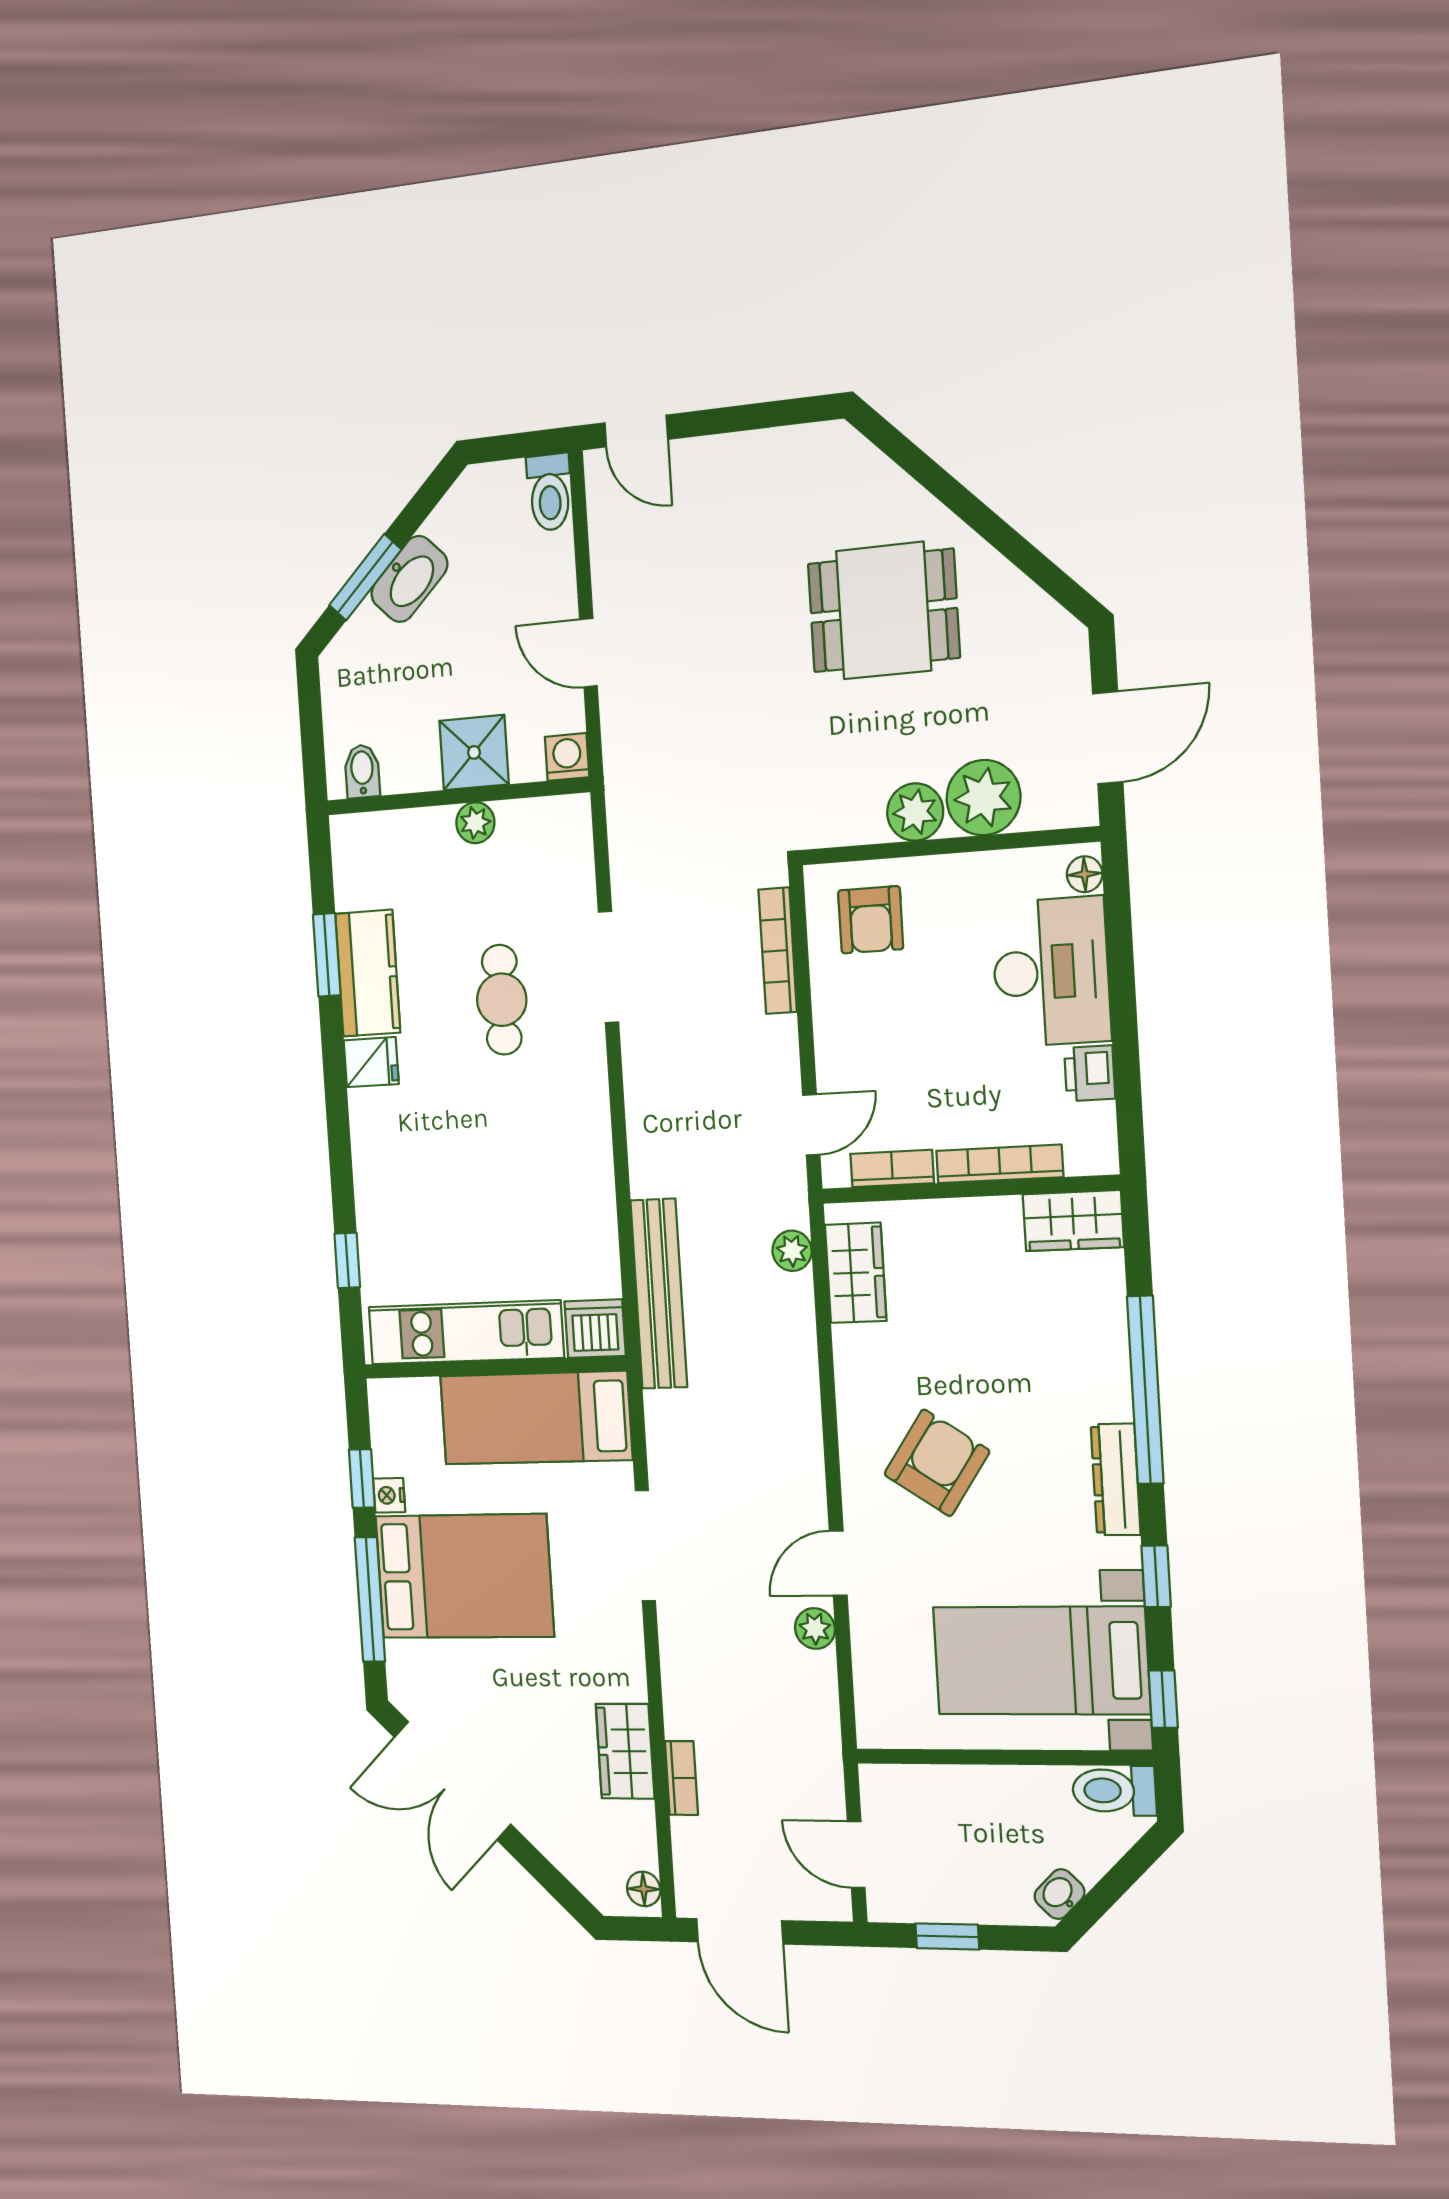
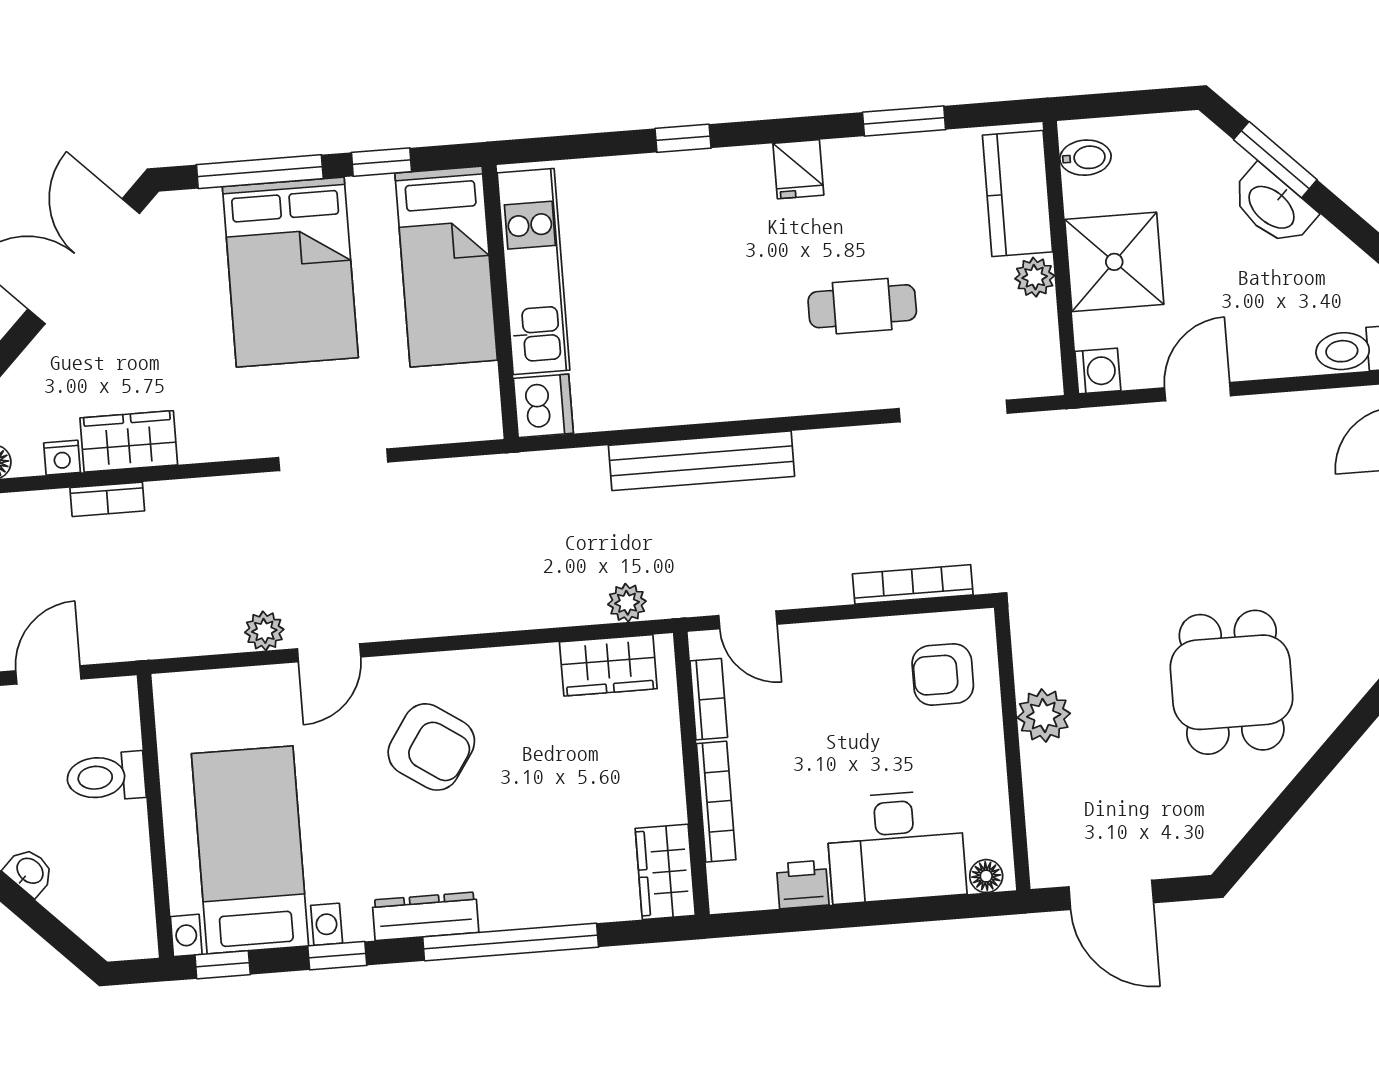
shower: (474, 752) -> (1114, 262), width x1.36, depth x1.36
plant: (983, 798) -> (1057, 780), removed
doorway: (609, 967) -> (953, 411), moved
kitchen counter: (368, 973) -> (1017, 194), moved, turned 90
window: (347, 1260) -> (683, 138), moved
bench: (659, 1294) -> (701, 461), moved
bed: (536, 1418) -> (446, 267), moved, turned 180
nightstand: (389, 1495) -> (62, 458), moved, turned 180
door: (838, 1563) -> (329, 653), swing flipped
toilet: (1114, 1791) -> (106, 777), moved, turned -90

